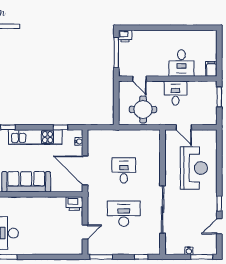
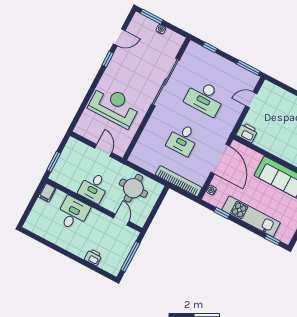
printer: (125, 36) -> (93, 257), moved
bookcase: (109, 135) -> (179, 181), added
reception desk: (194, 168) -> (114, 106), turned 90

